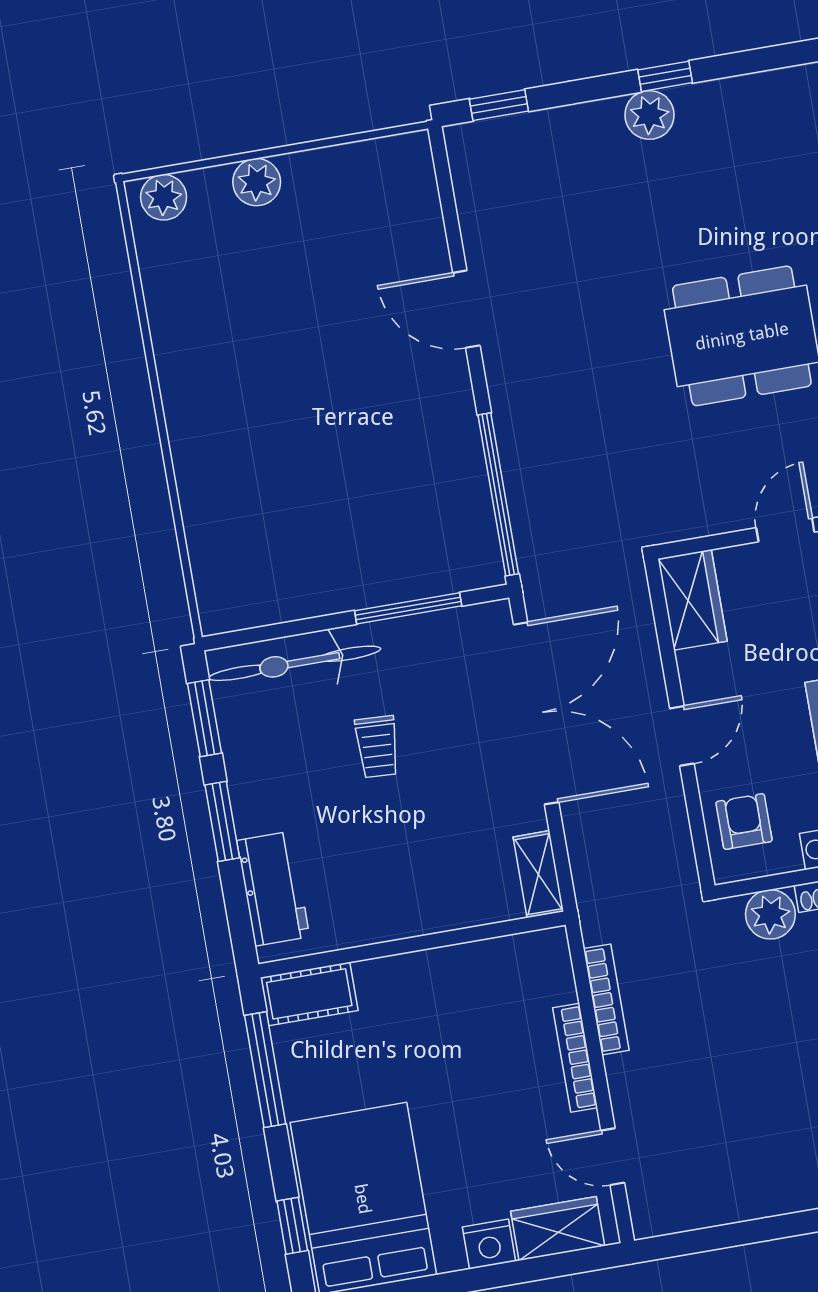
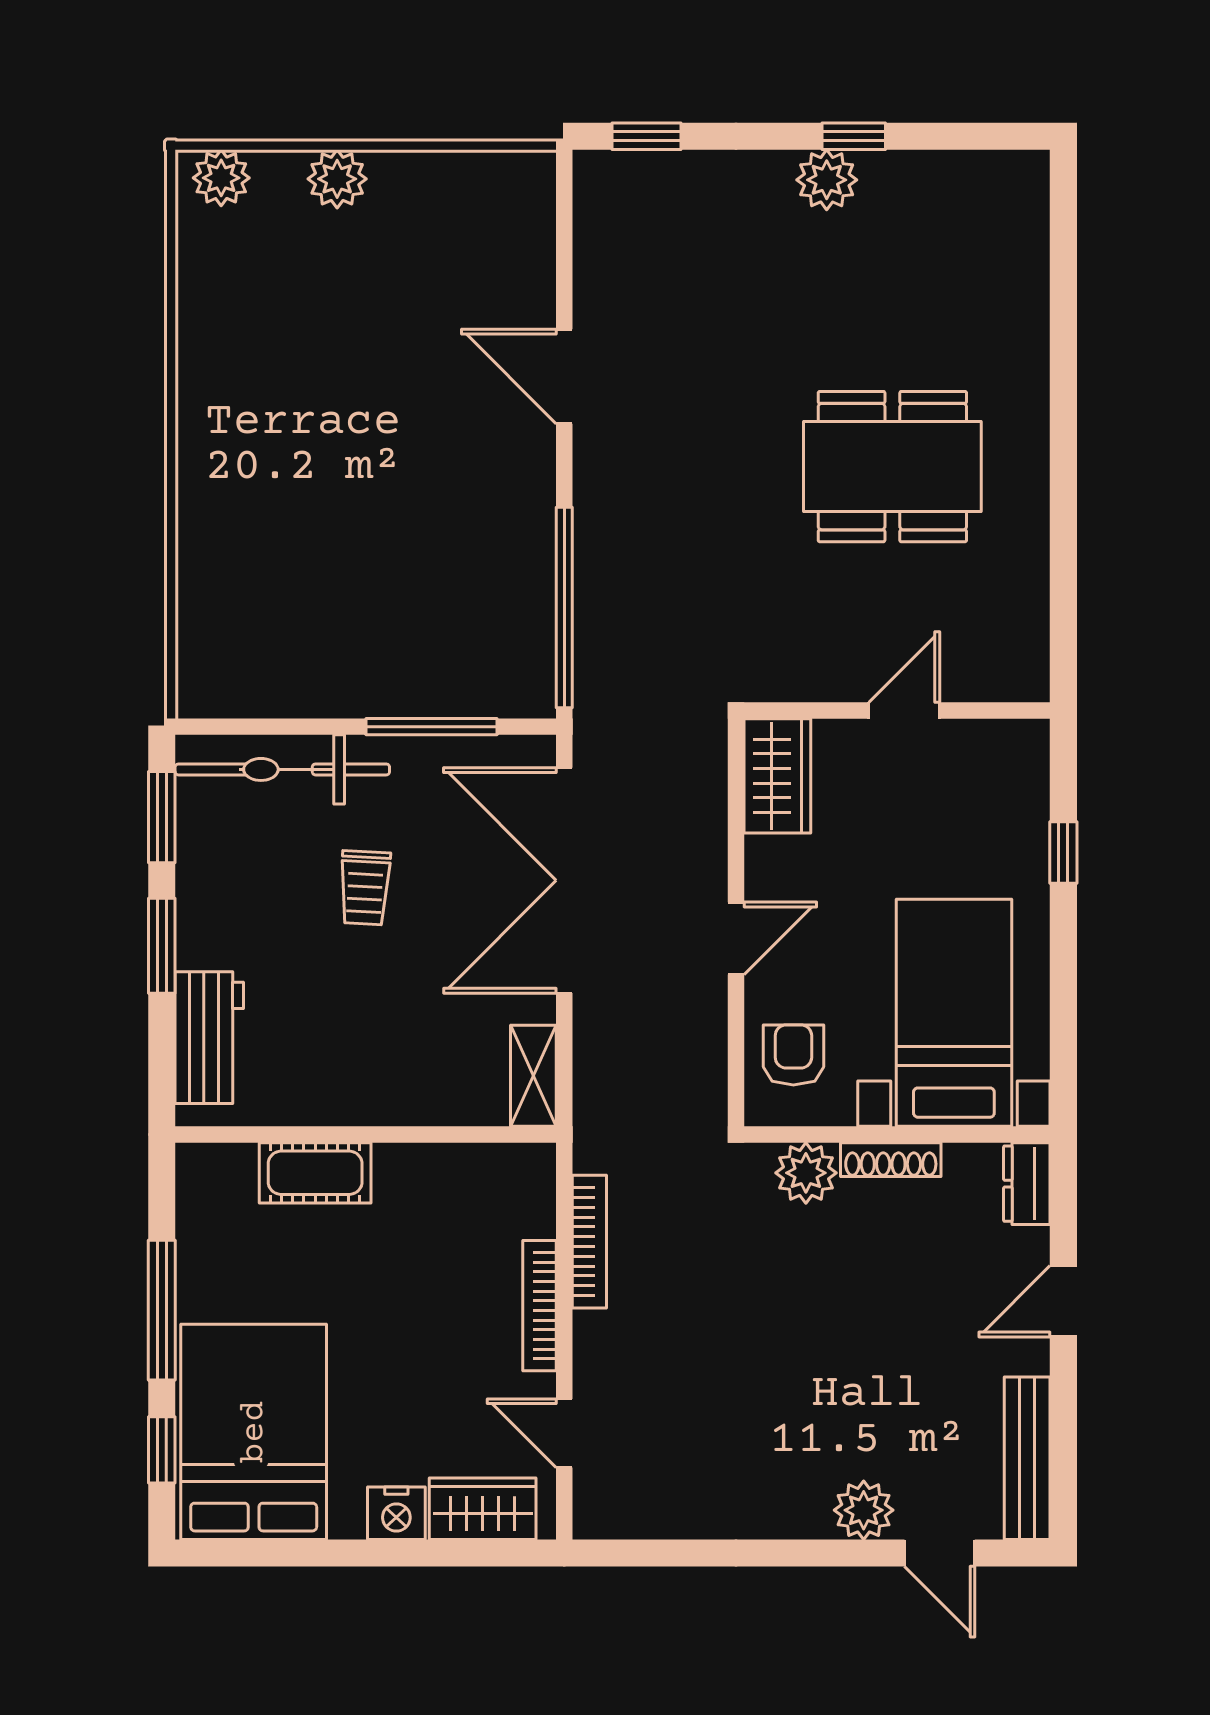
double door: (536, 713) -> (564, 880), swing flipped
cot: (309, 994) -> (315, 1173), moved
window: (265, 1070) -> (162, 1310), moved

